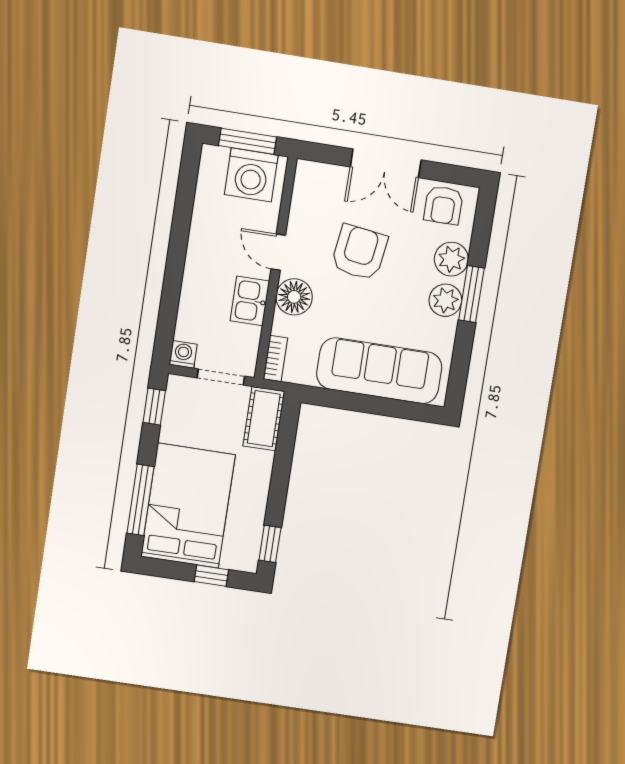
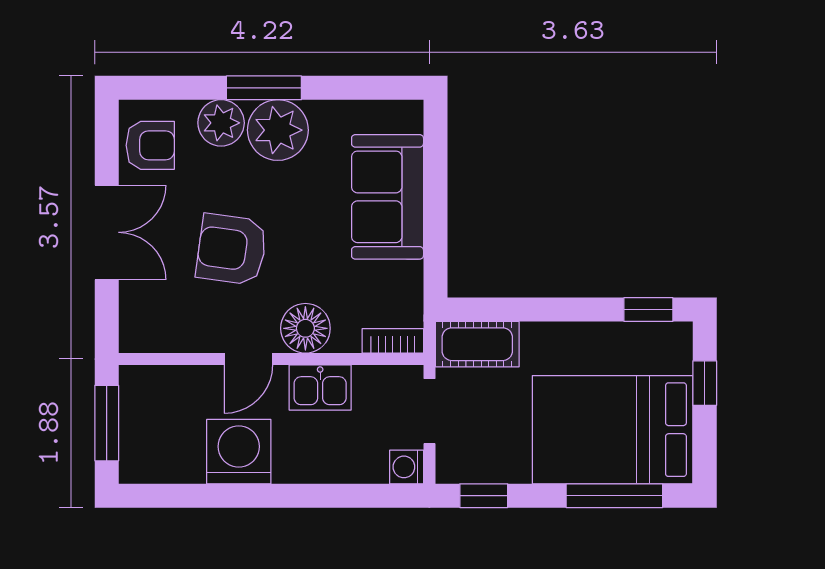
washing machine: (251, 175) -> (239, 452), moved, turned -90
plant: (445, 300) -> (278, 130), width x1.36, depth x1.36
sofa: (379, 371) -> (388, 197), width x0.73

